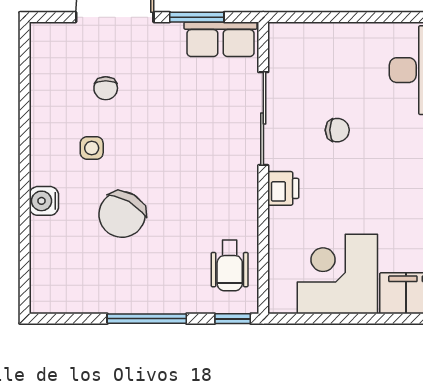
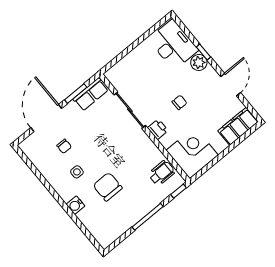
chair: (337, 130) -> (179, 102), moved
chair: (122, 214) -> (108, 187), turned 150
wheelchair: (230, 266) -> (162, 173), turned -90
corner desk: (337, 274) -> (192, 153), moved, turned 90

